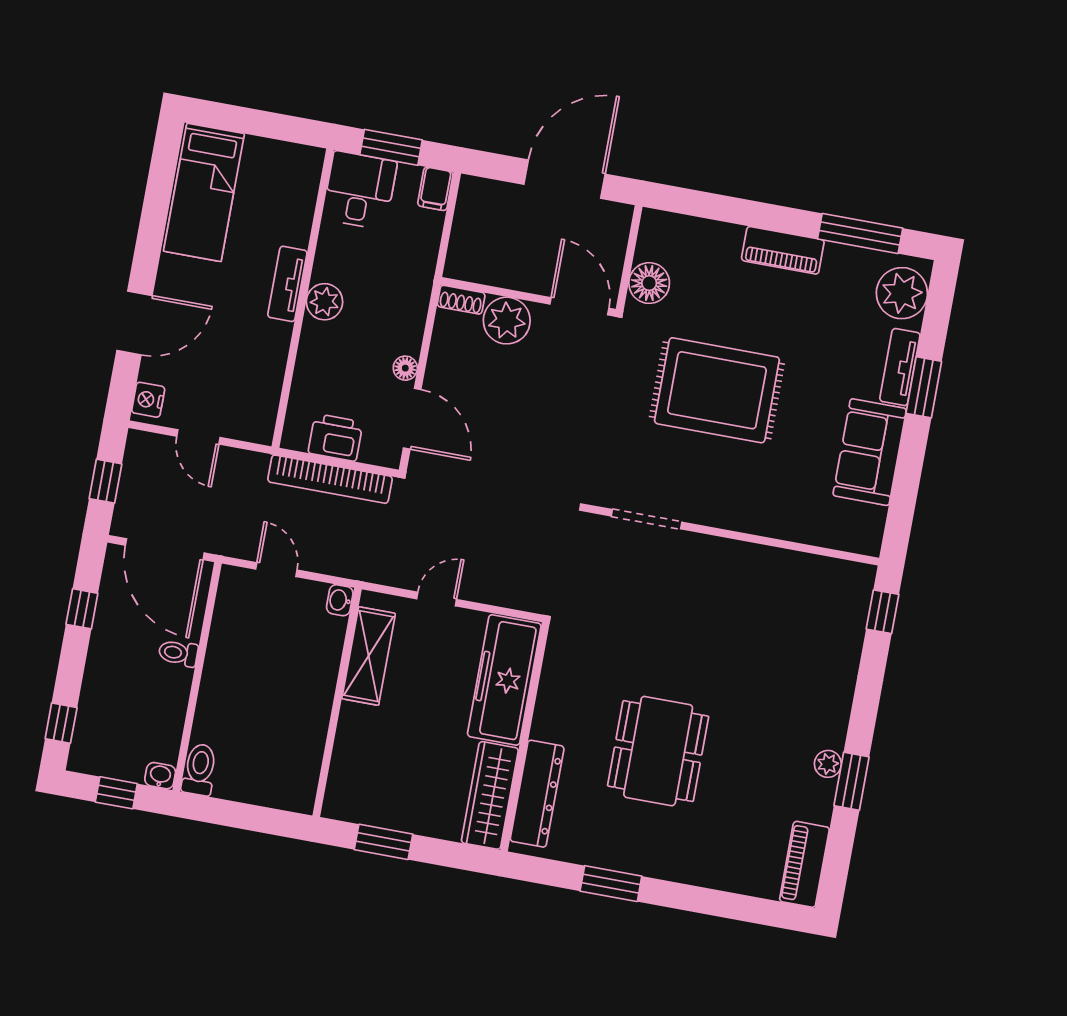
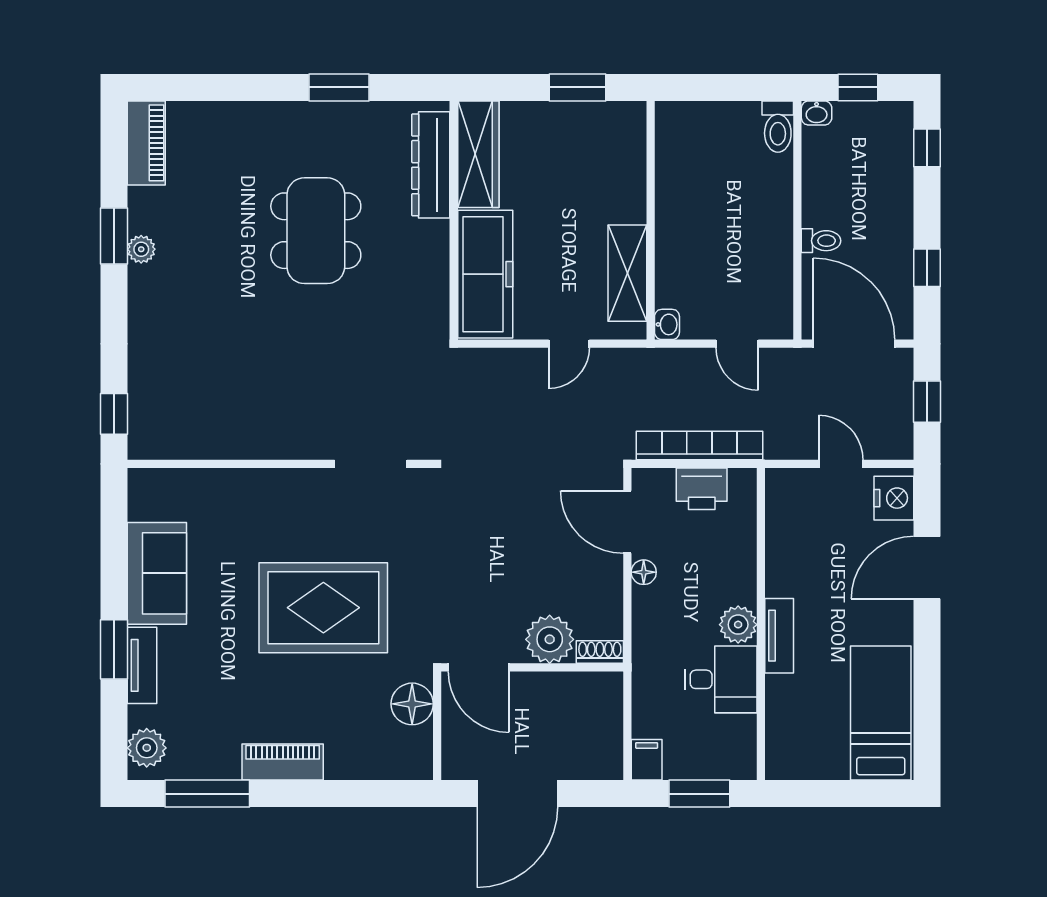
desk: (360, 190) -> (721, 679), moved, turned -90
plant: (902, 293) -> (147, 748), width x0.73, depth x0.73
nightstand: (148, 400) -> (894, 498), width x1.36, depth x1.33

